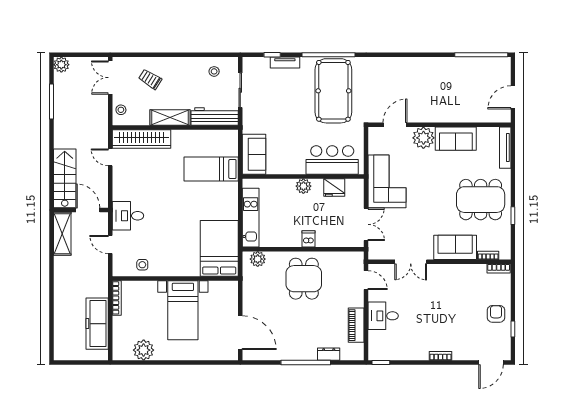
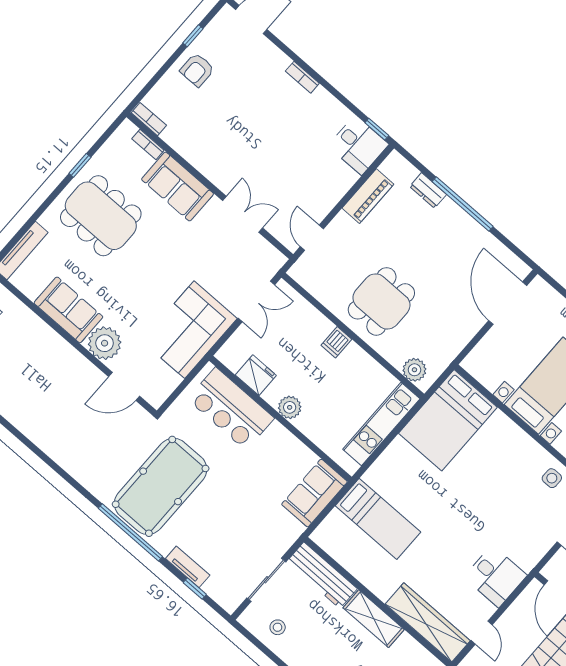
desk: (128, 216) -> (495, 576), moved
double door: (366, 224) -> (256, 301), swing flipped
desk: (383, 316) -> (358, 145), moved

